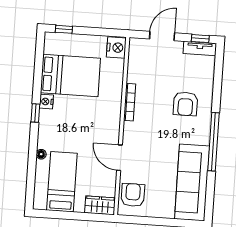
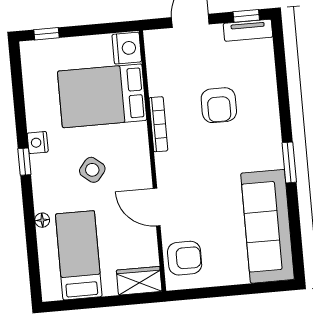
bed: (70, 75) -> (102, 96), moved, turned 180
armchair: (185, 104) -> (219, 105), moved
side table: (80, 126) -> (92, 170), added
window: (213, 142) -> (289, 162), width x0.47
armchair: (133, 195) -> (185, 258), turned 90

